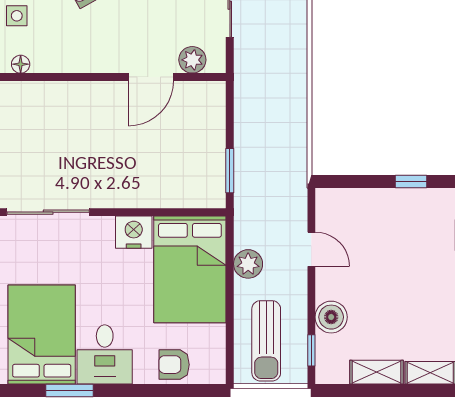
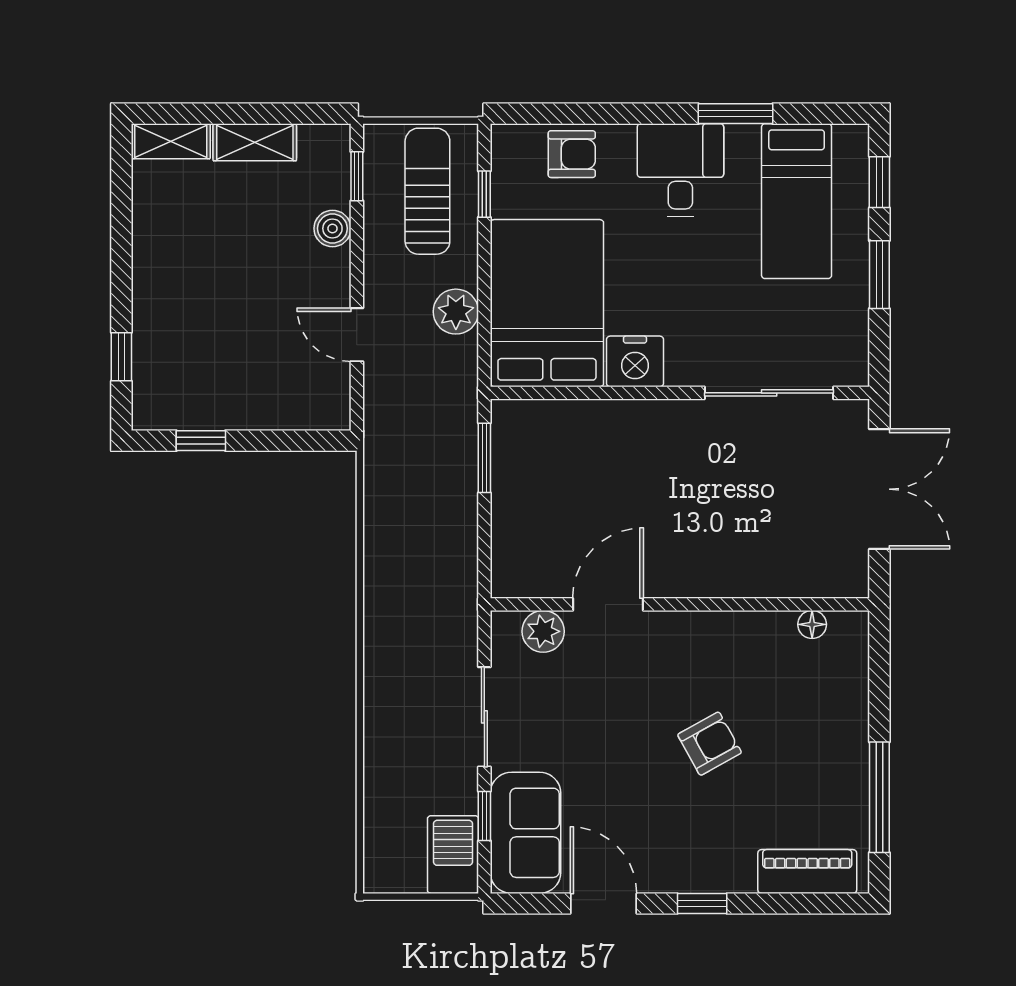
side table: (17, 16) -> (818, 700), removed
boiler: (331, 317) -> (332, 228), width x0.73, depth x0.73
bed: (42, 335) -> (797, 201), width x0.67
window: (230, 339) -> (484, 194), added

